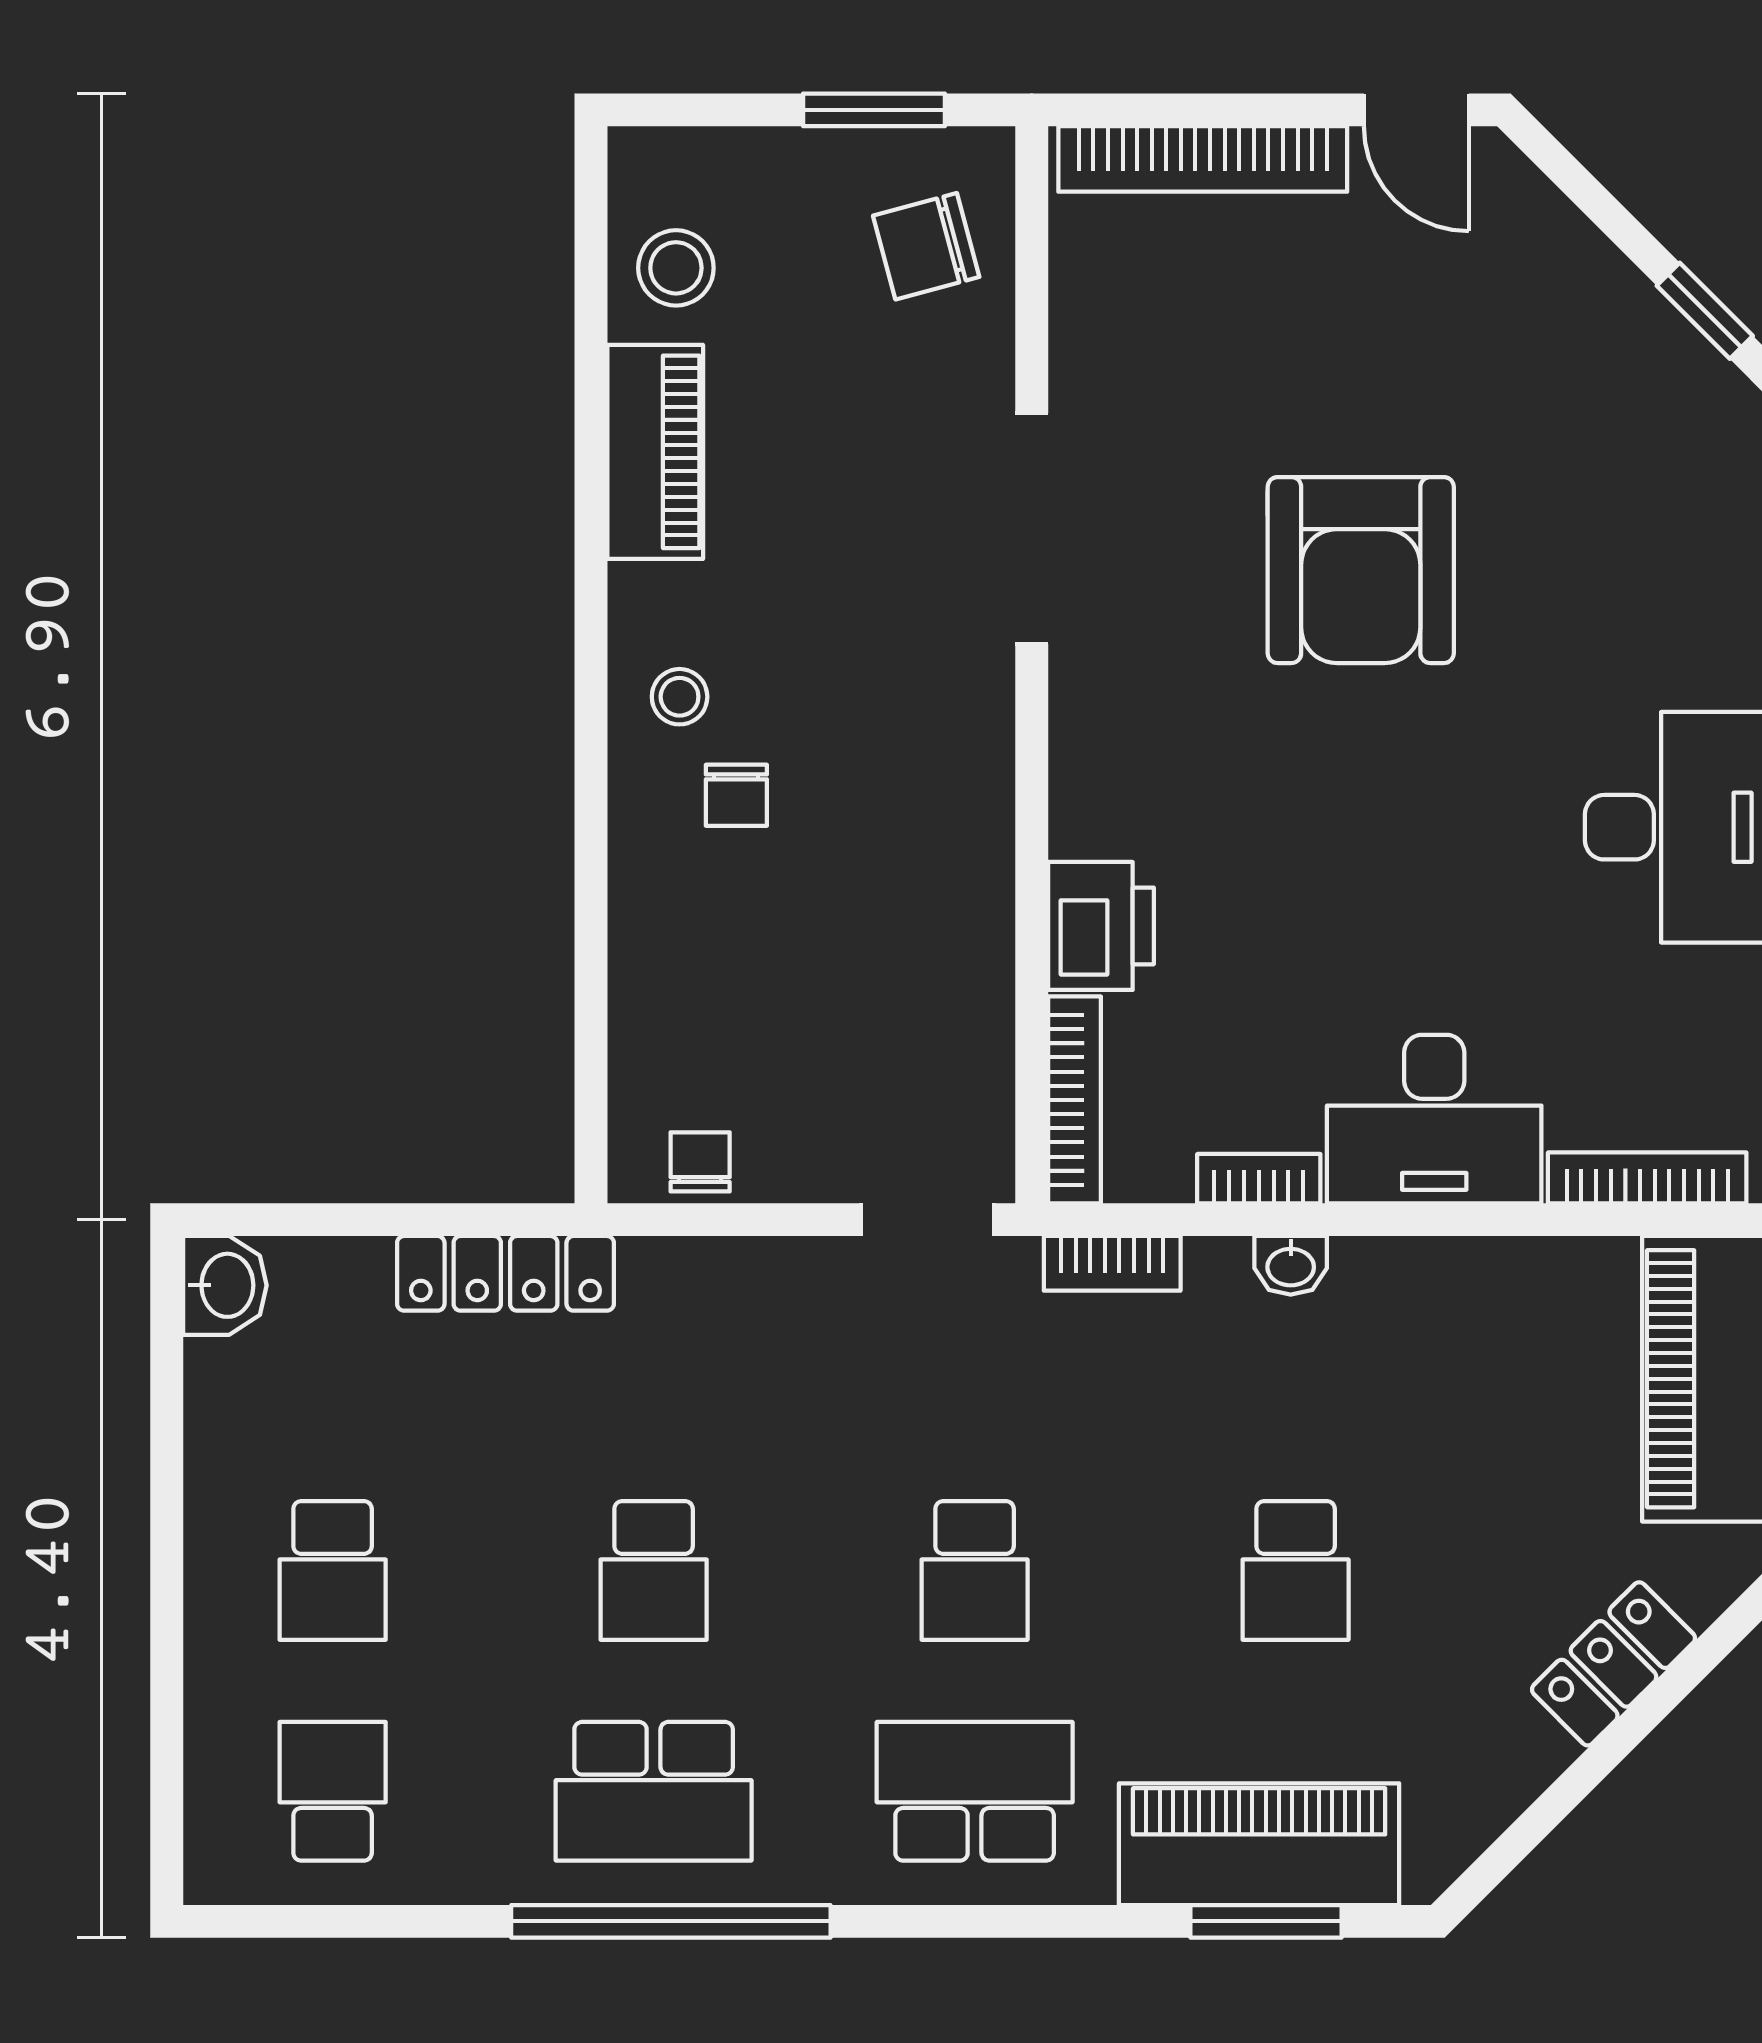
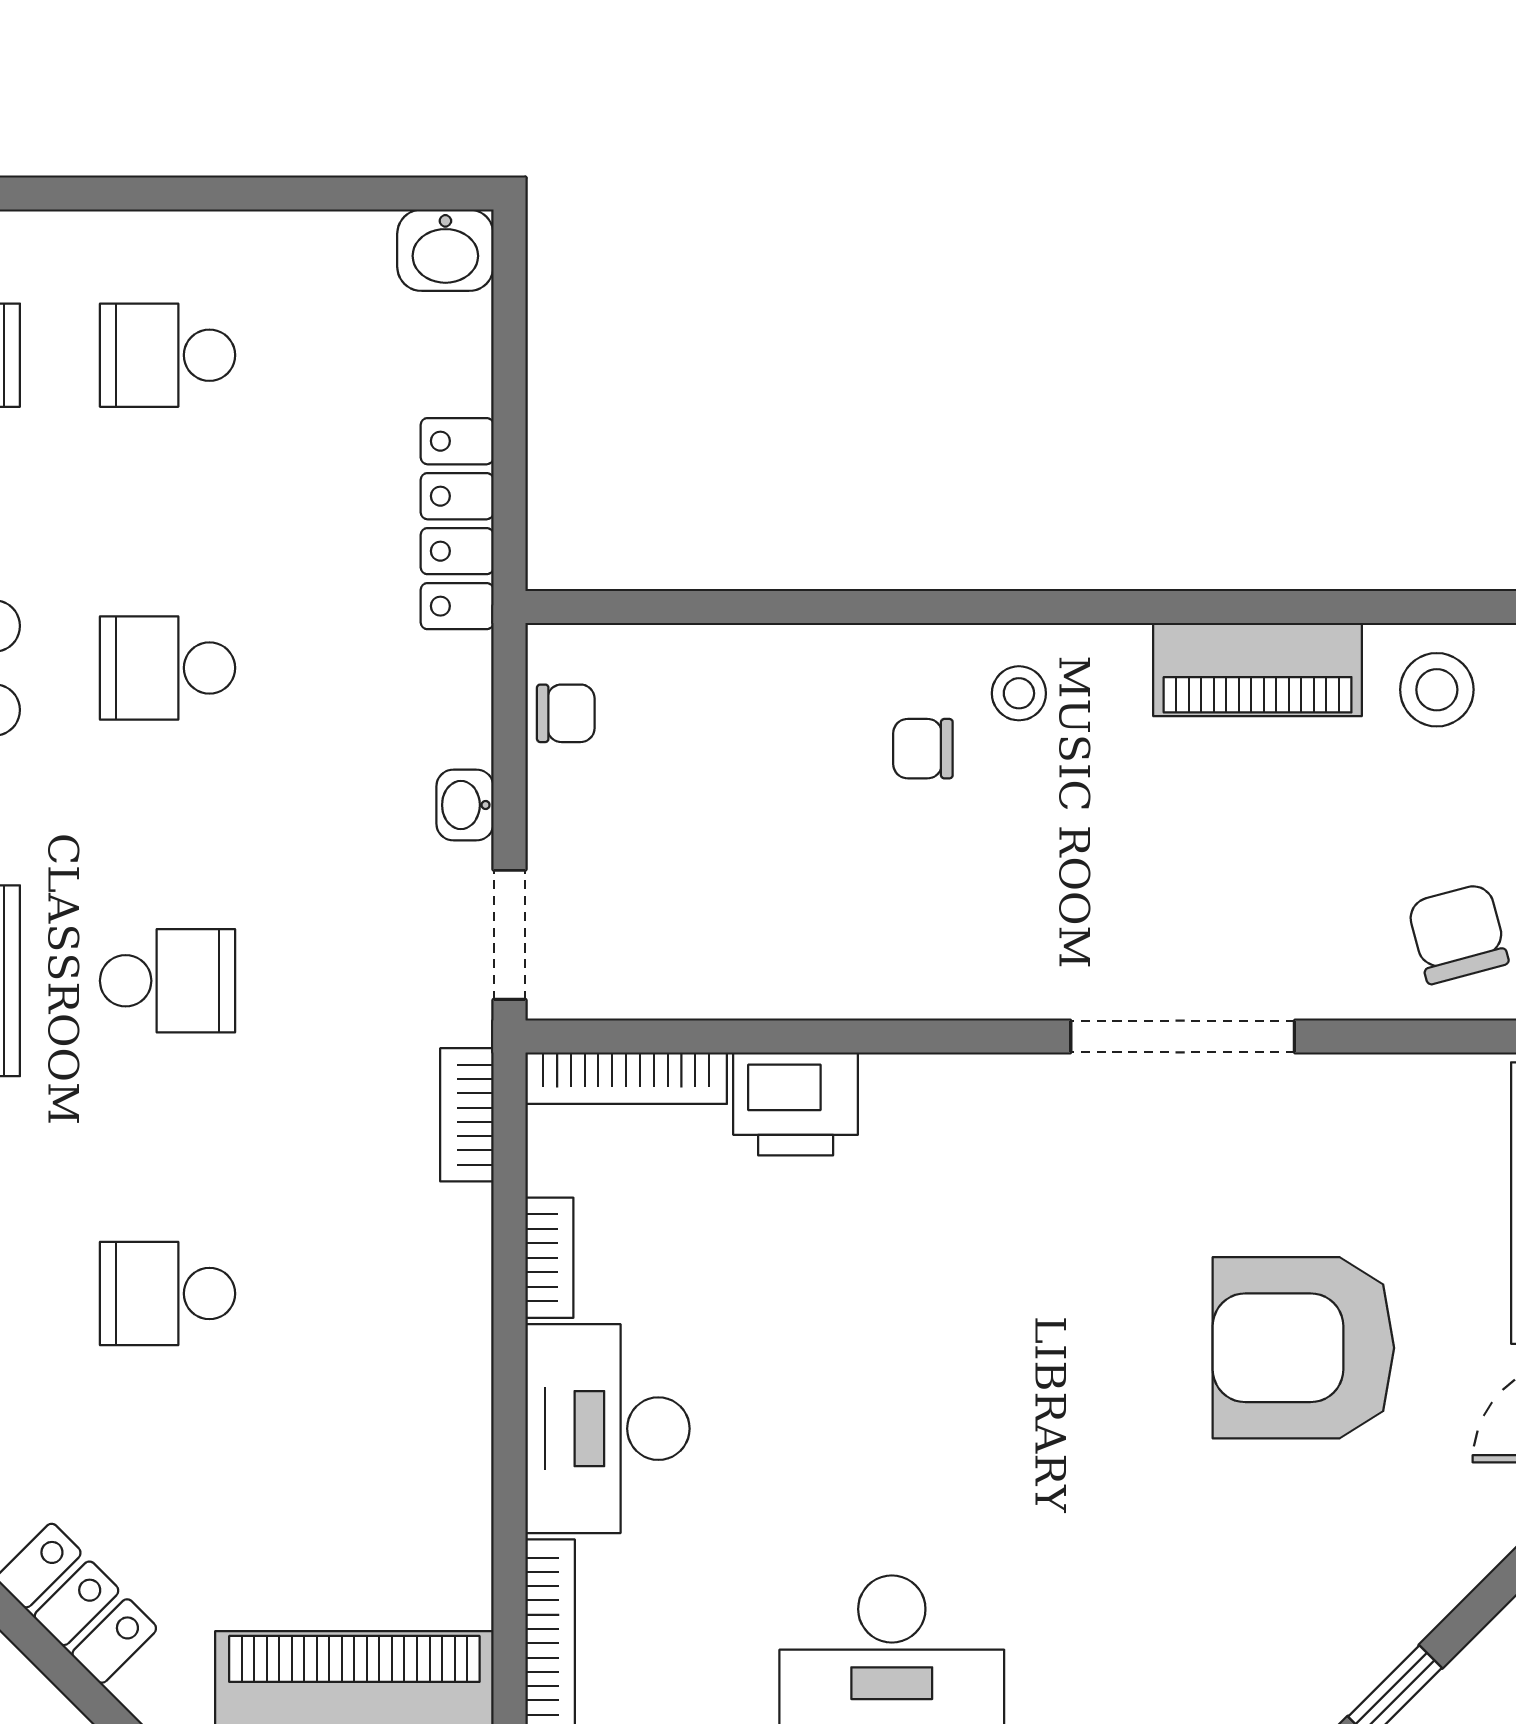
armchair: (1361, 570) -> (1303, 1348), moved
washbasin: (1291, 1265) -> (465, 805), moved
school desk: (975, 1570) -> (168, 981), turned 180

